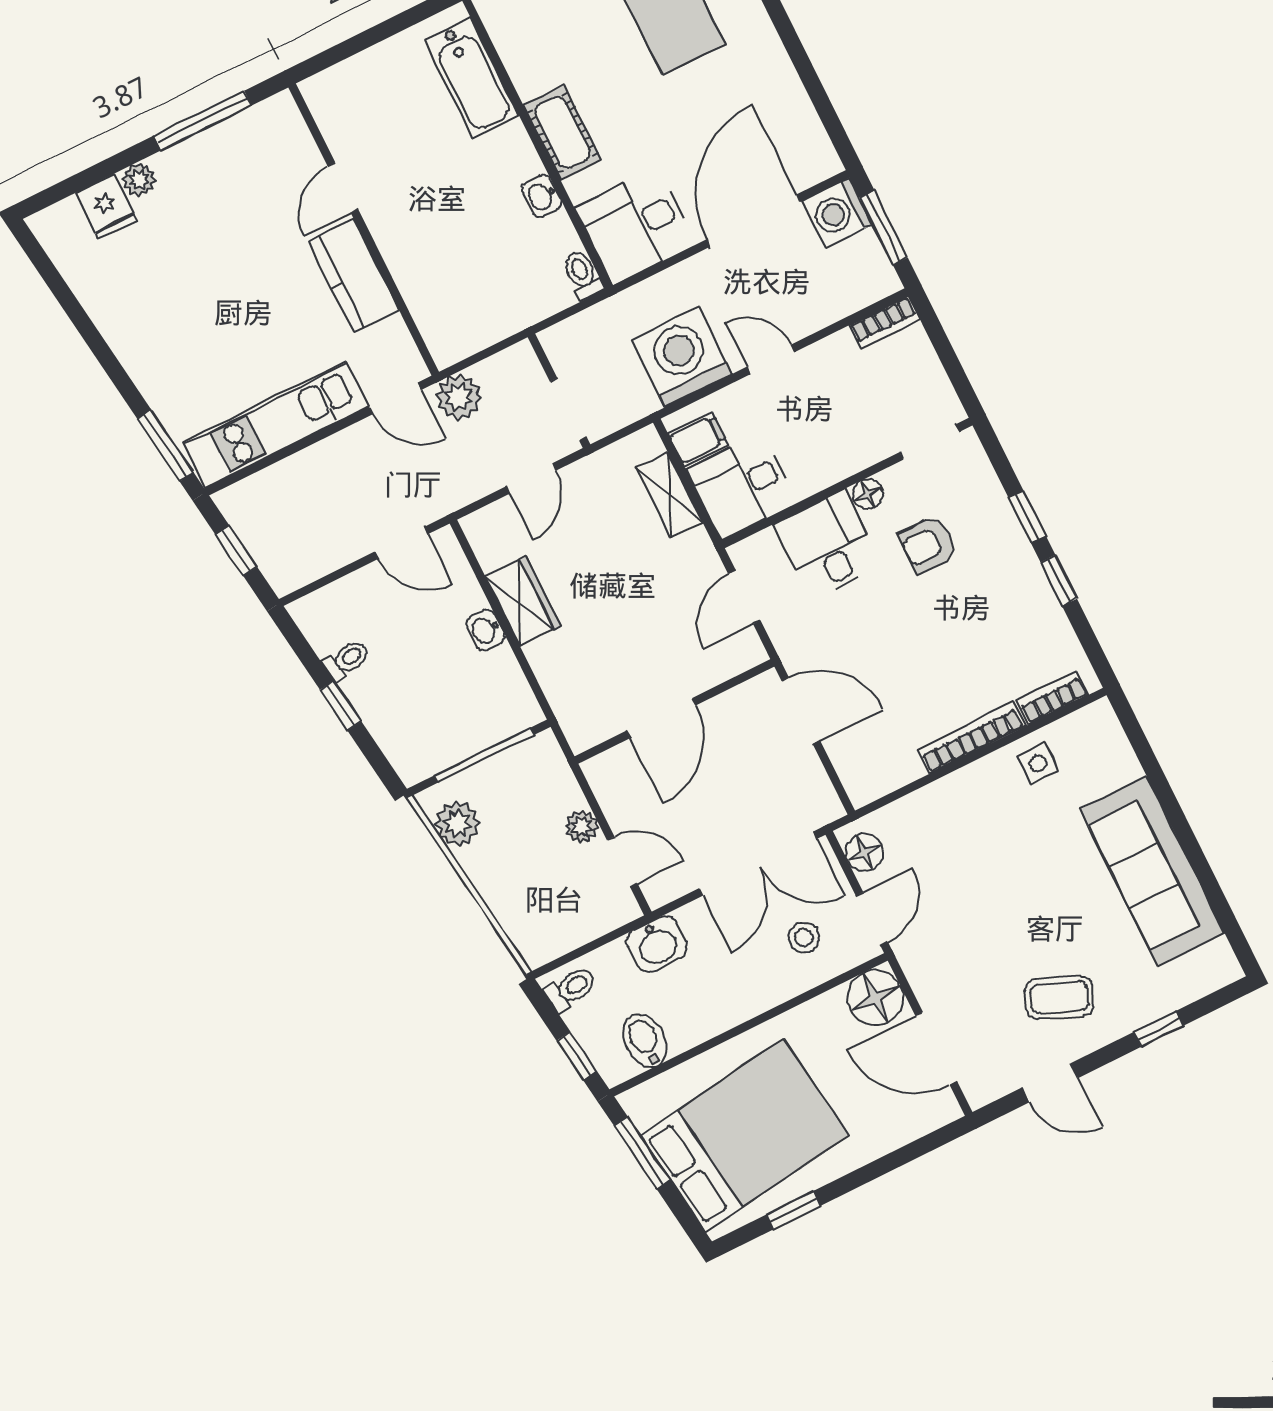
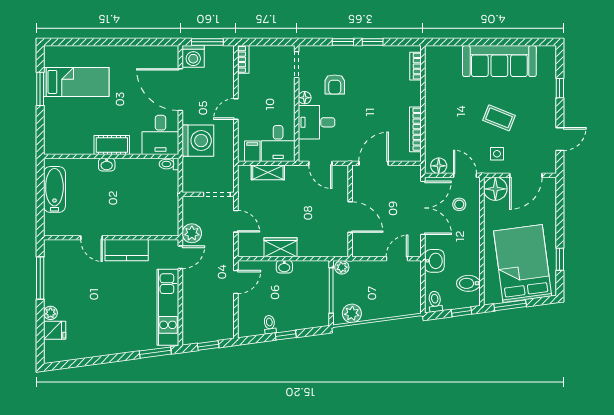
bathtub: (471, 78) -> (54, 189), moved, turned -90
washbasin: (542, 196) -> (107, 165), moved
washing machine: (682, 357) -> (198, 141), moved, turned 180
bookcase: (972, 738) -> (415, 129), moved
side table: (1038, 763) -> (497, 154), moved
plant: (582, 827) -> (342, 267), moved
coffee table: (1059, 998) -> (499, 118), moved, turned 90

